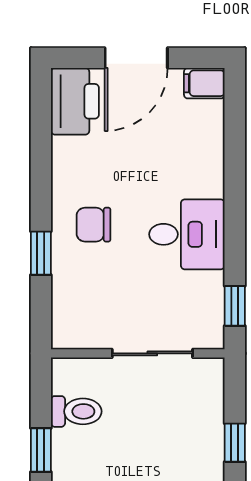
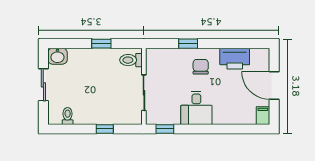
printer: (75, 101) -> (235, 59), moved
toilet: (76, 411) -> (131, 60), moved, turned 90

